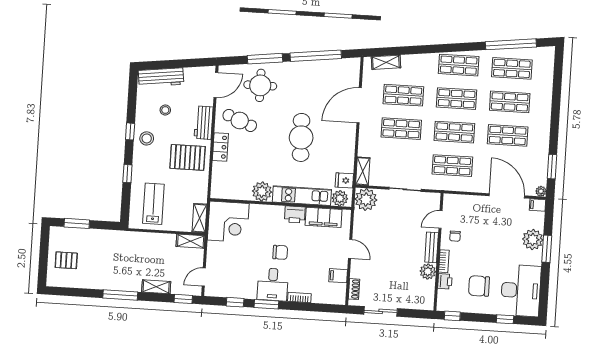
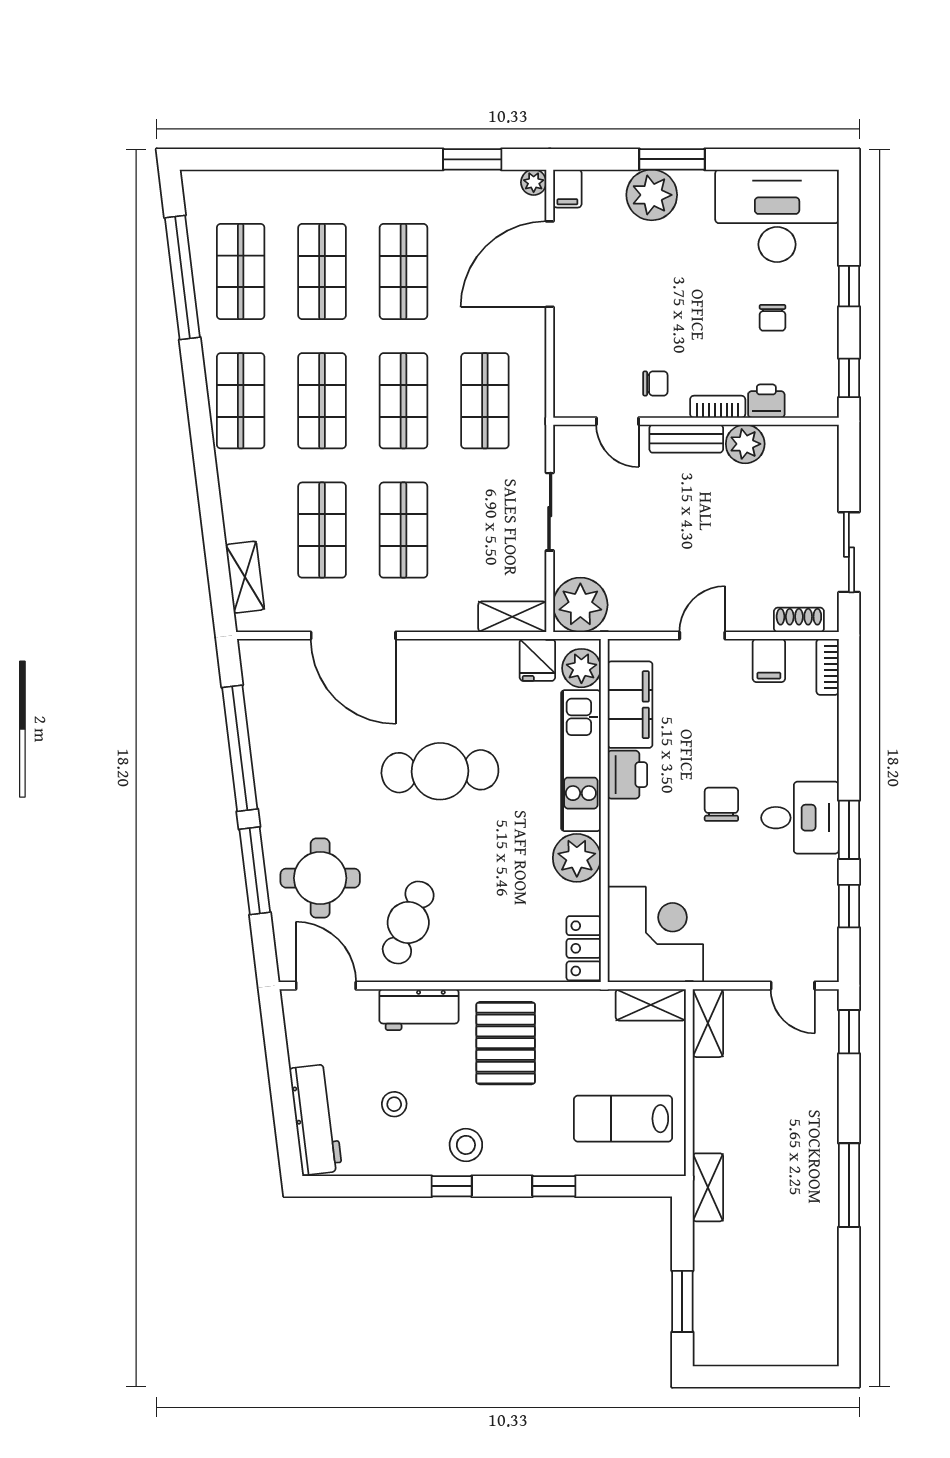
locker: (220, 147) -> (584, 948), moved, turned -90
pallet: (66, 260) -> (773, 1321), removed
chair: (479, 286) -> (772, 318), width x0.54, depth x0.54
shelving: (156, 287) -> (708, 1187), moved
bookcase: (299, 297) -> (828, 667), moved
window: (505, 319) -> (849, 286), moved

